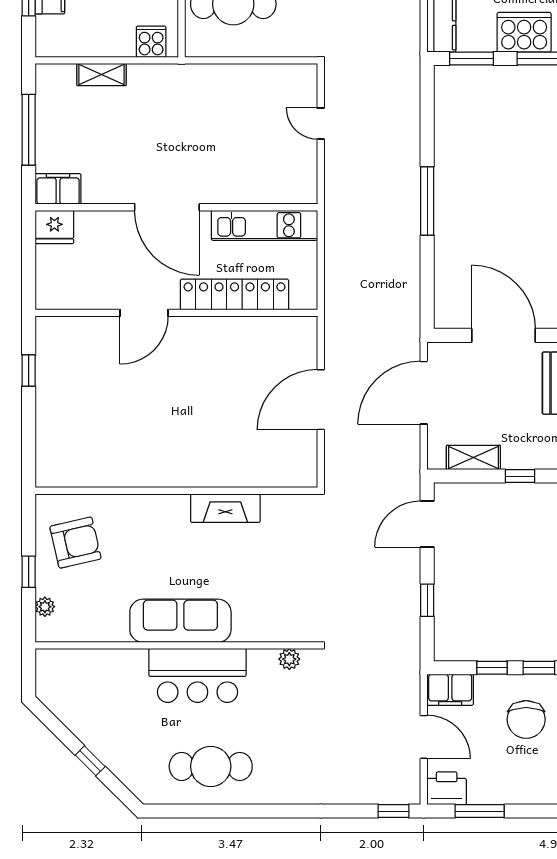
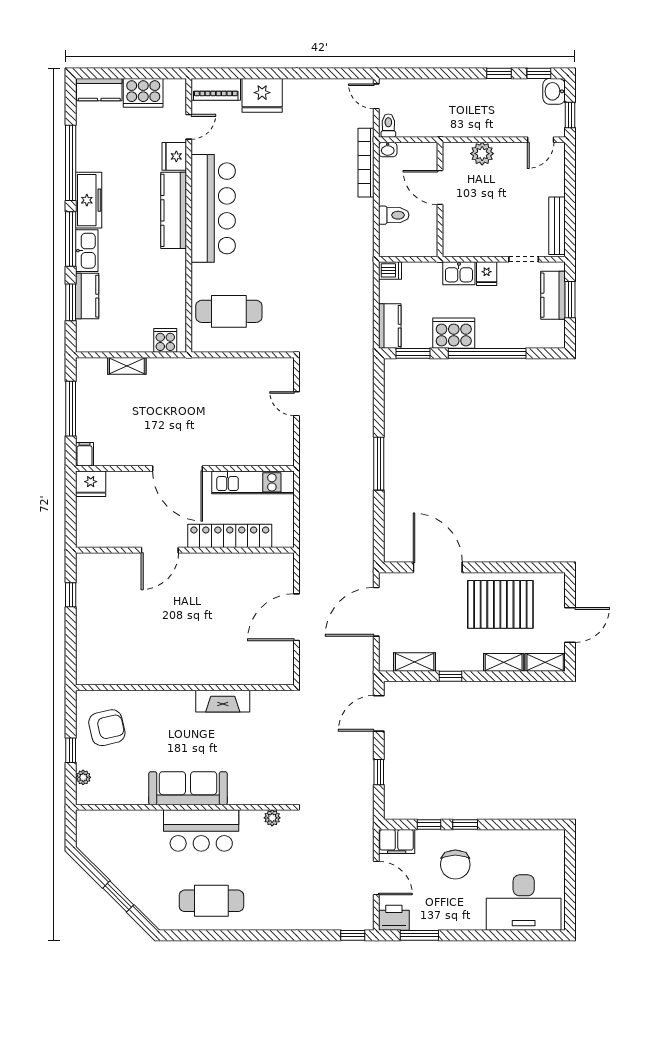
filing cabinet: (58, 189) -> (85, 454), width x0.50
window: (90, 761) -> (118, 896), width x1.50

